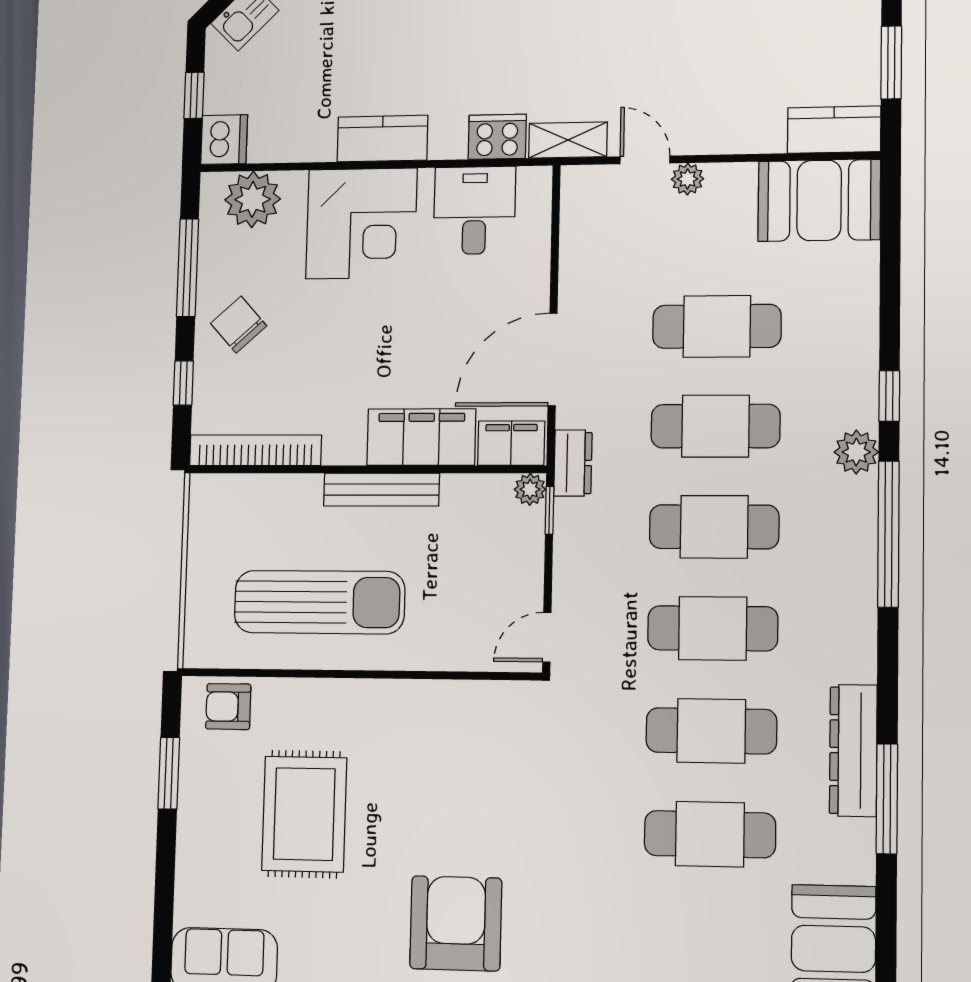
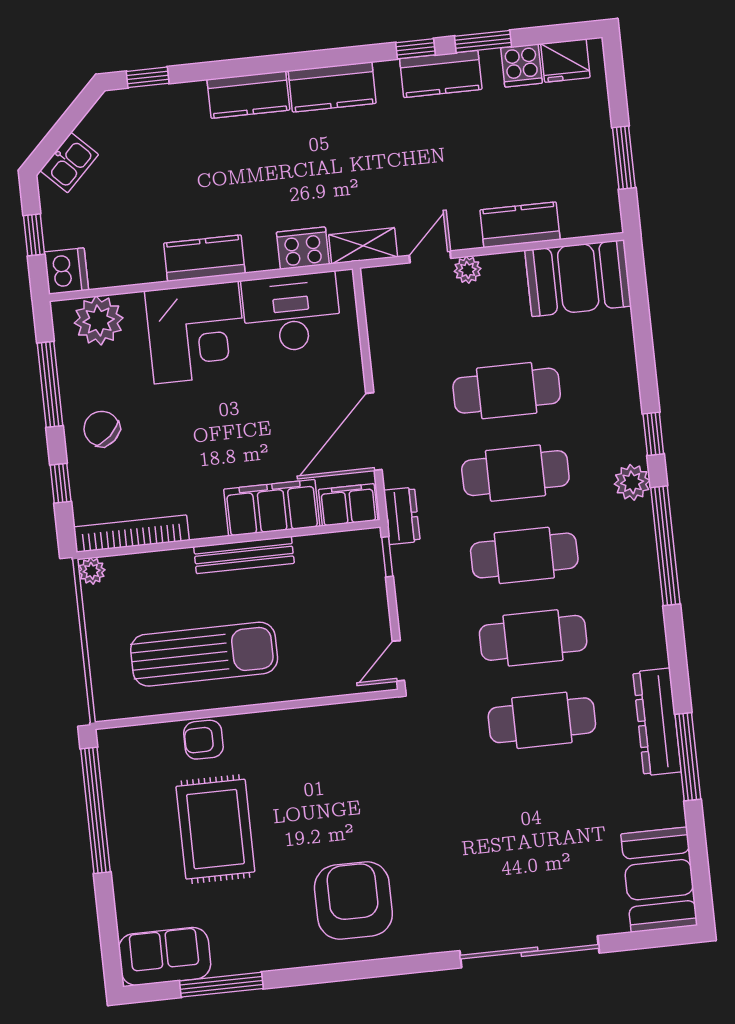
kitchen counter: (834, 130) -> (520, 225), moved
door: (645, 160) -> (430, 257), hinge flipped
desk: (474, 210) -> (292, 313), width x1.37
plant: (530, 489) -> (92, 571), moved
armchair: (228, 707) -> (203, 740), moved
window: (169, 773) -> (96, 810), width x2.11
cafe table: (710, 834) -> (551, 803), removed

